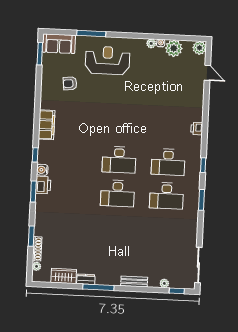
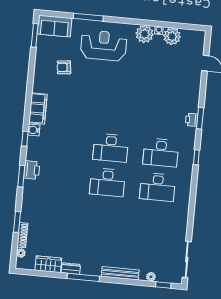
plant: (151, 43) -> (145, 34), width x1.88, depth x1.88
plant: (199, 48) -> (198, 37), removed
water cooler: (42, 170) -> (34, 130), moved
window: (201, 200) -> (200, 118), moved
bench: (134, 281) -> (120, 273), width x1.36

